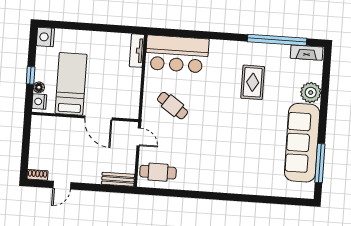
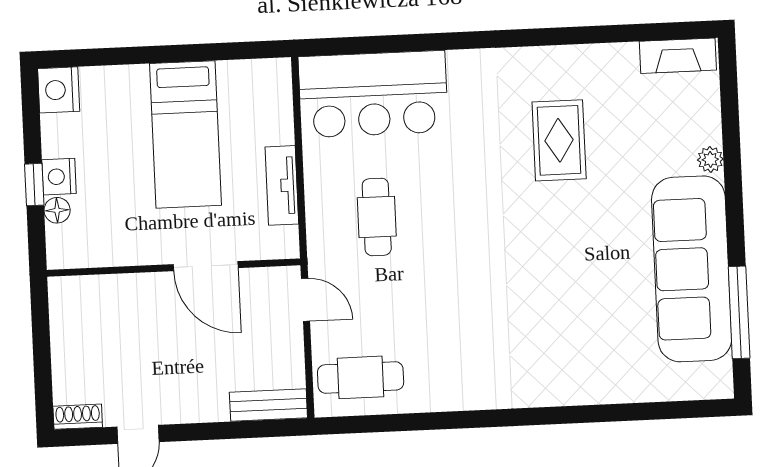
window: (277, 40) -> (605, 34), removed
tv unit: (137, 51) -> (282, 185), moved
bed: (71, 84) -> (185, 134), moved, turned 180
plant: (311, 93) -> (710, 159), width x0.53, depth x0.53
nightstand: (39, 102) -> (59, 177), moved
cafe table: (173, 106) -> (377, 217), turned 55

